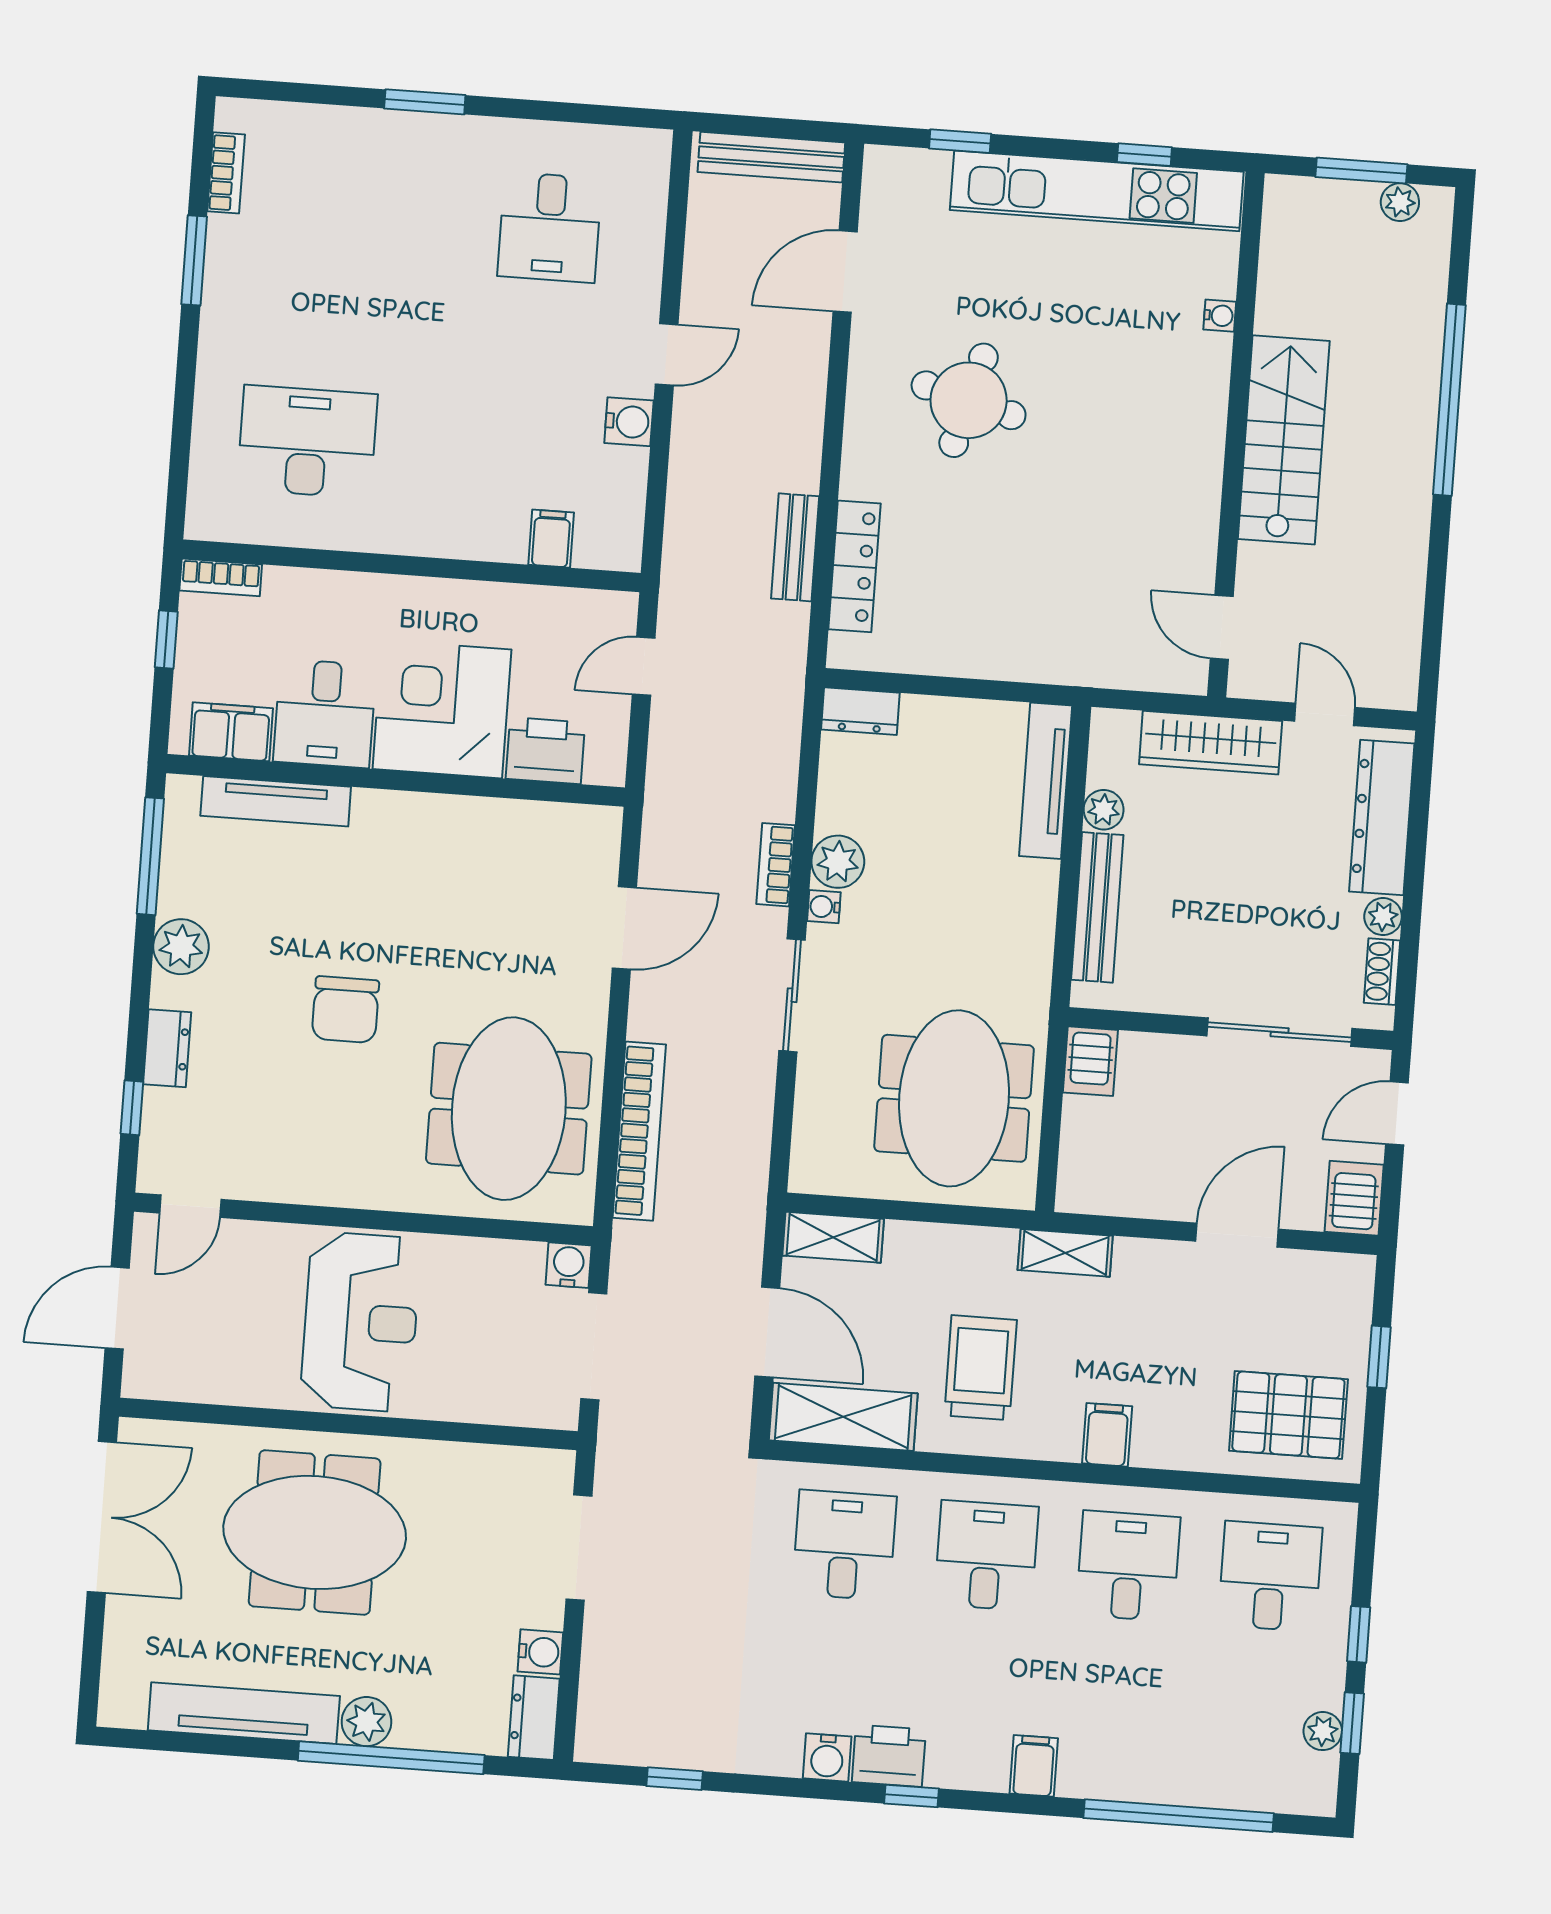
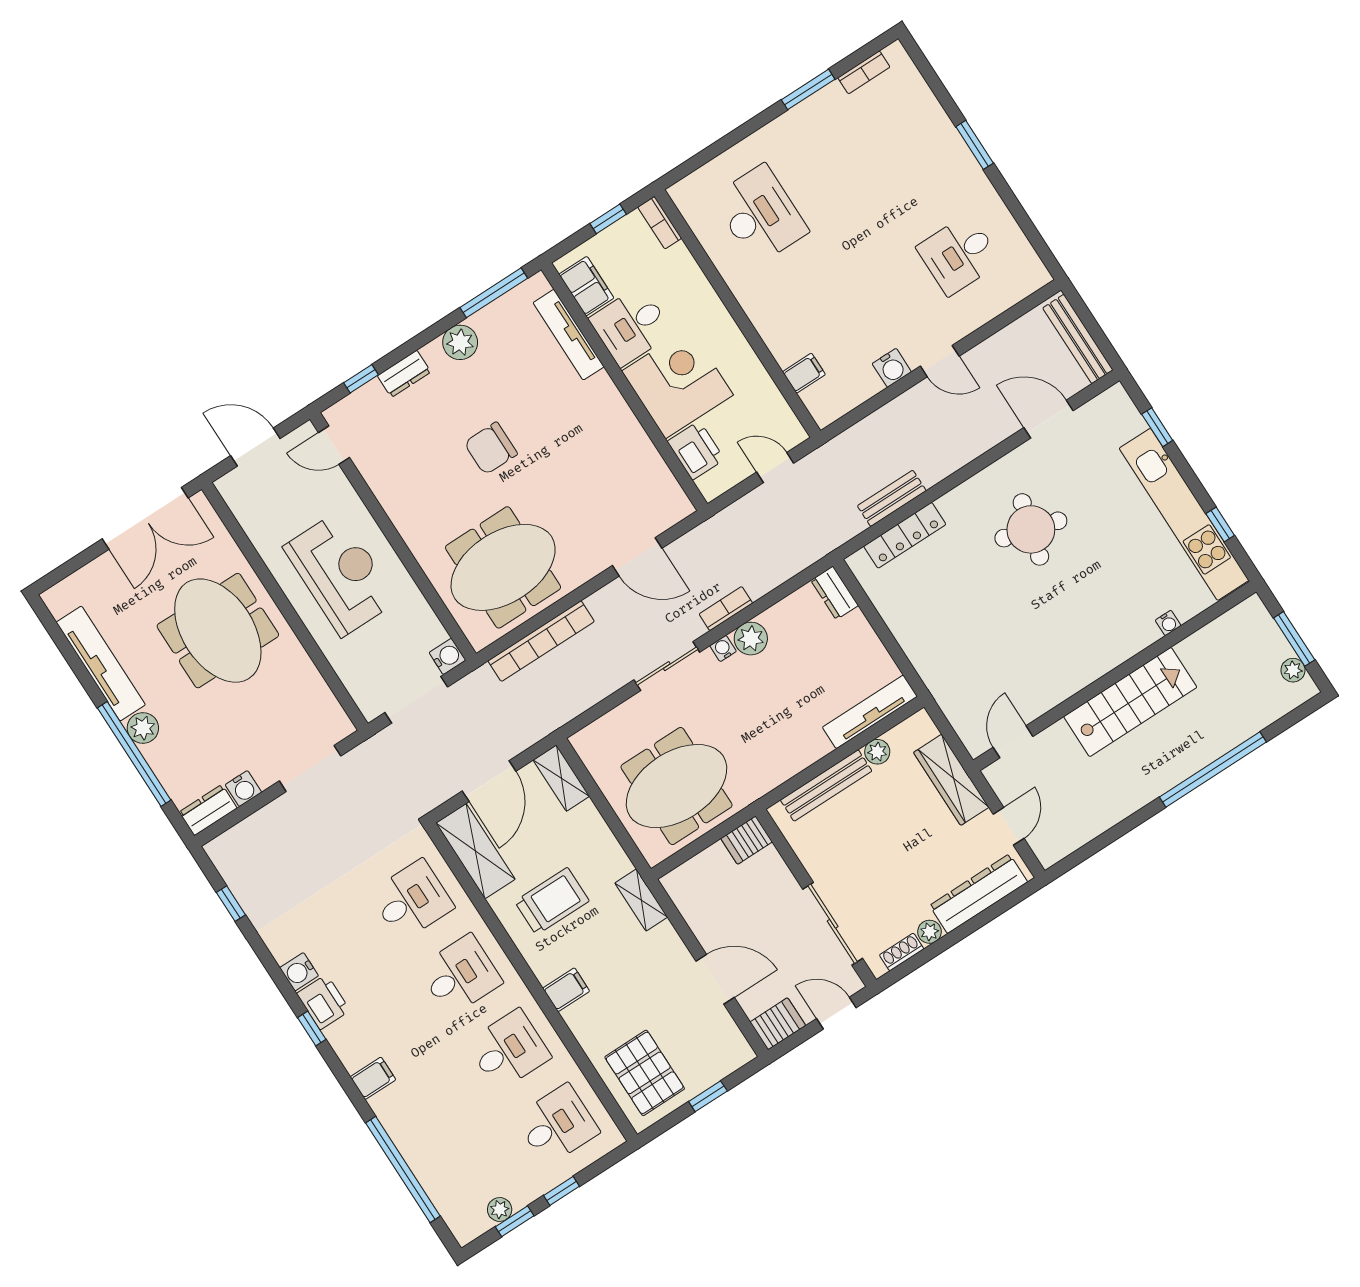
reception desk: (361, 1322) -> (340, 574), turned -90

